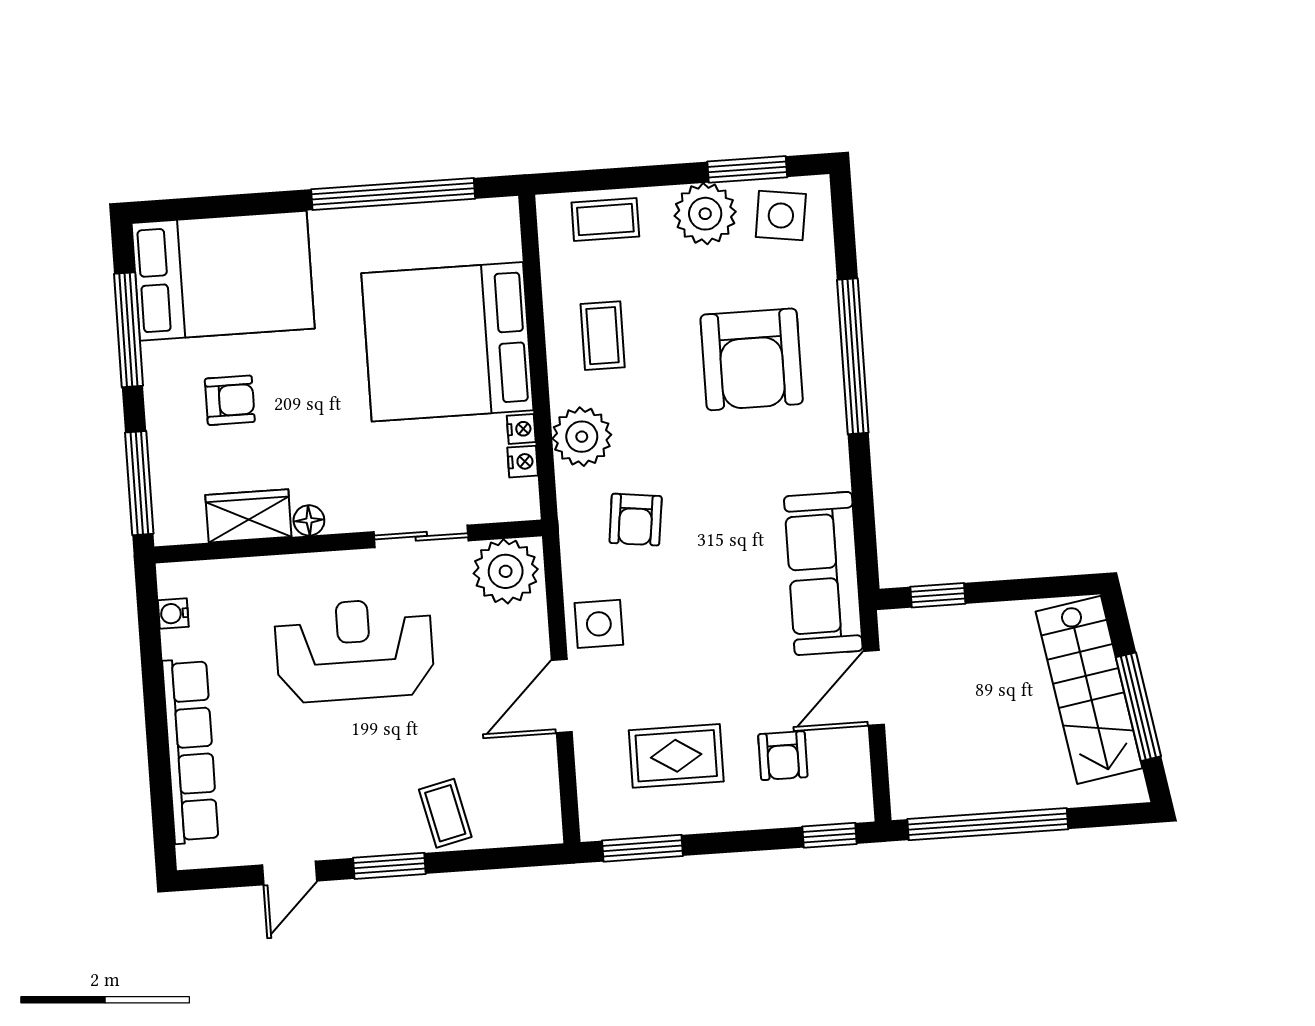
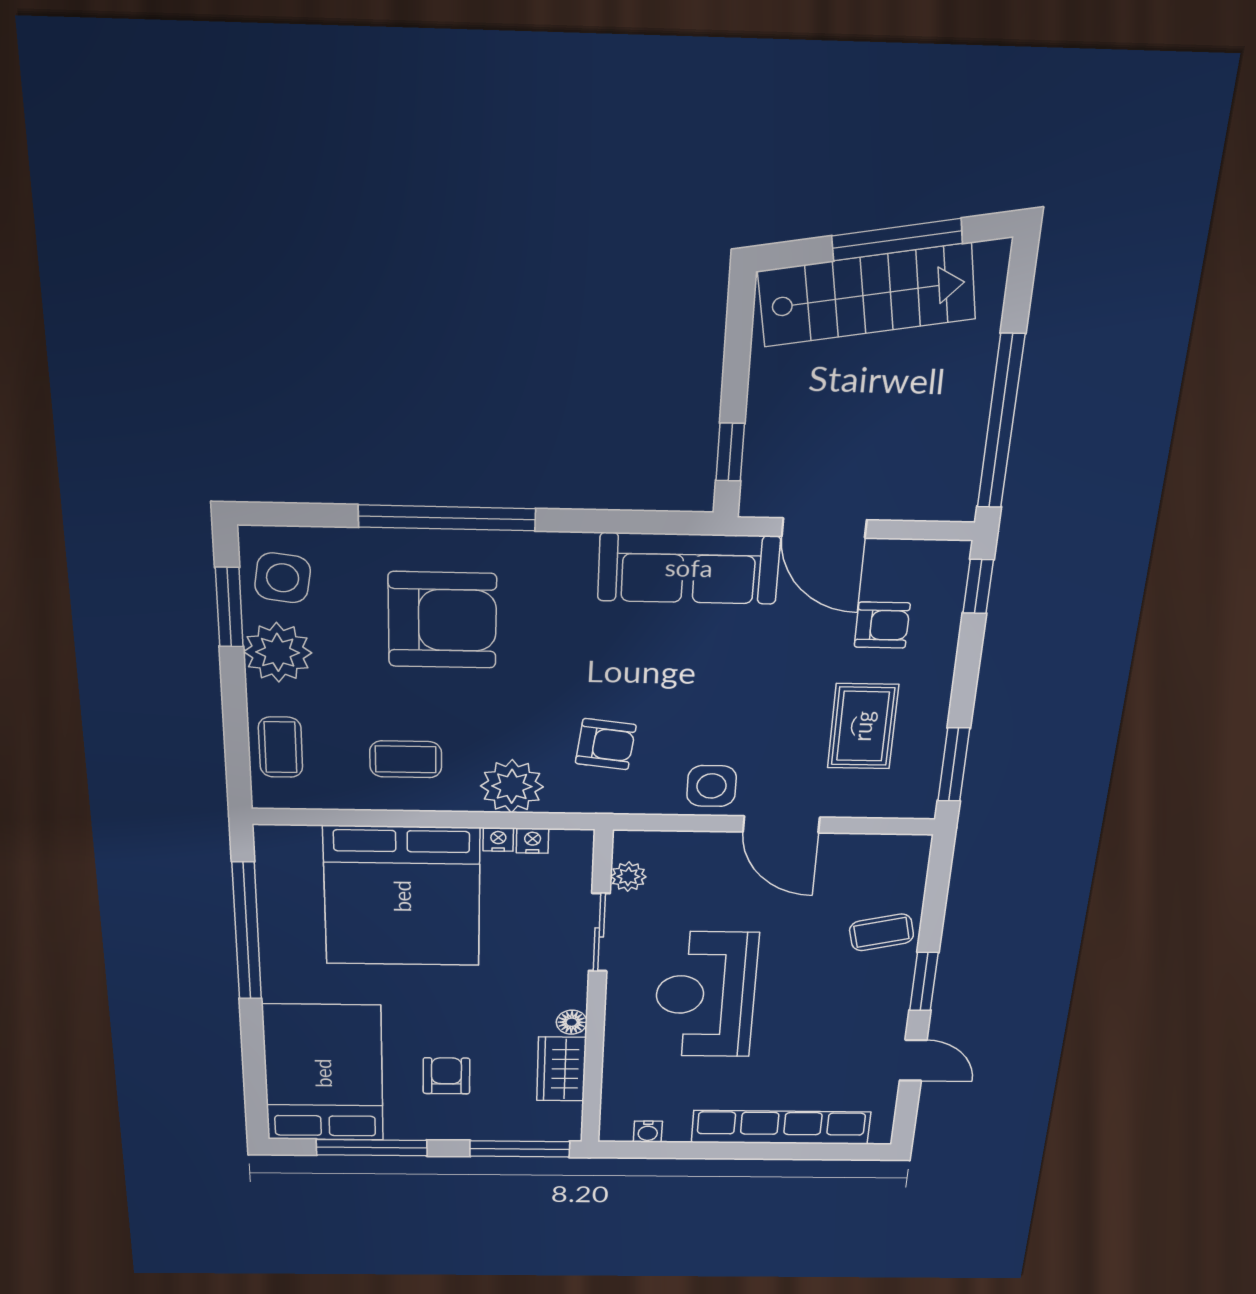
plant: (506, 571) -> (628, 877), width x0.53, depth x0.53

